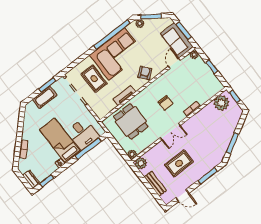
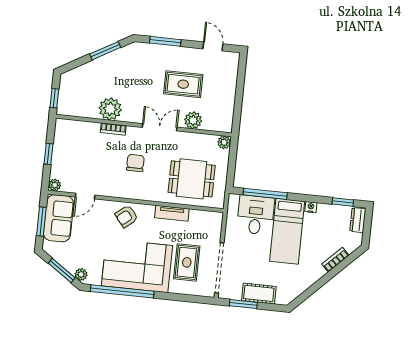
plant: (221, 103) -> (110, 109), moved
dining table: (131, 121) -> (192, 179), turned 90
plant: (141, 163) -> (193, 120), moved
bench: (155, 184) -> (230, 87), removed

